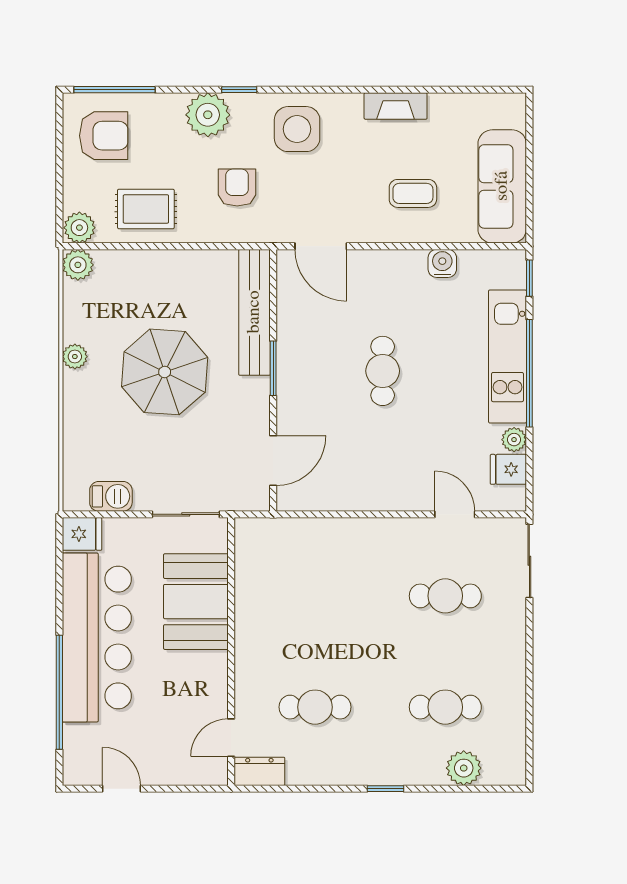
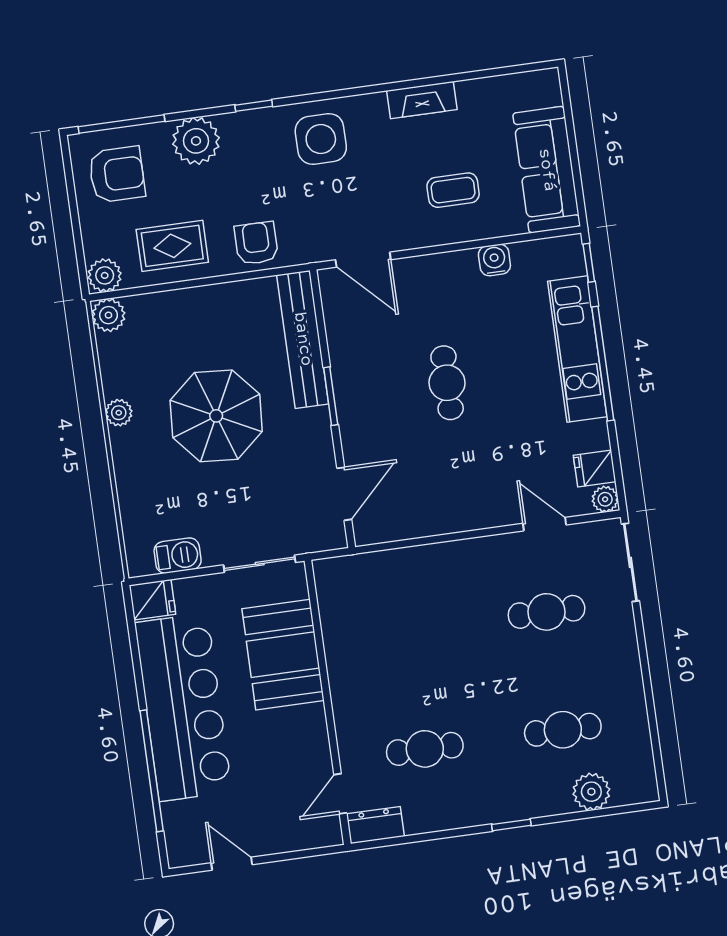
plant: (208, 115) -> (196, 141), moved
armchair: (237, 188) -> (256, 243), moved
plant: (514, 440) -> (605, 499), moved

